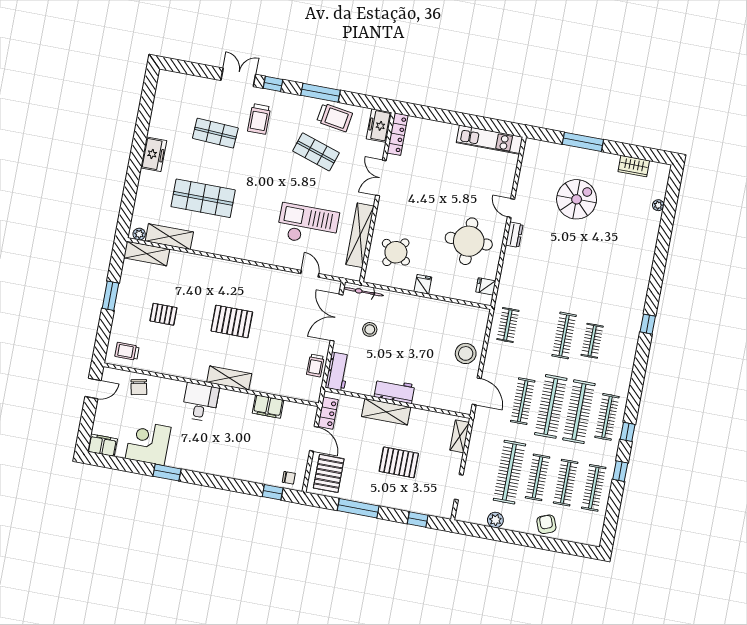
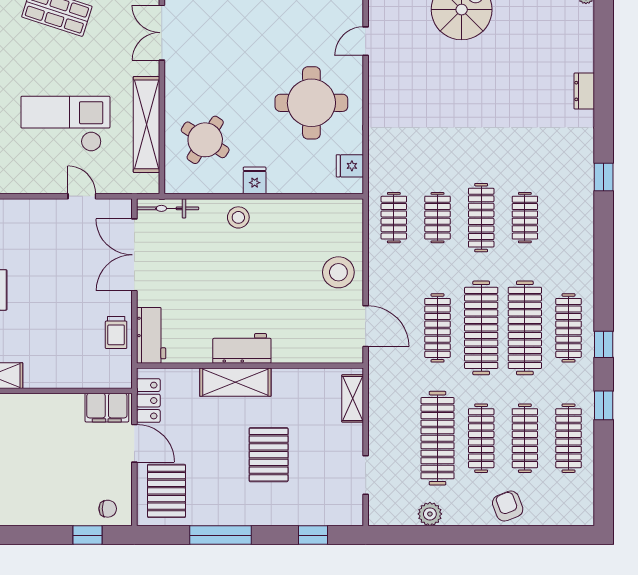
door: (511, 208) -> (366, 41), hinge flipped
dresser: (514, 235) -> (584, 91), moved, turned 180
stool: (370, 329) -> (238, 217), moved
clothes rail: (536, 330) -> (437, 218), added
filing cabinet: (268, 407) -> (107, 408), moved
pallet: (399, 462) -> (269, 455), turned 90

